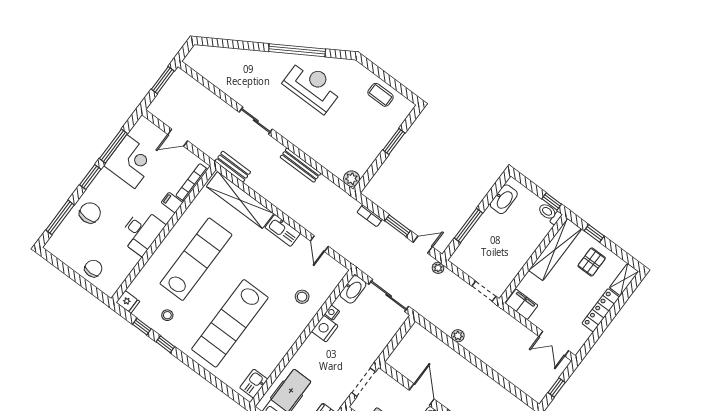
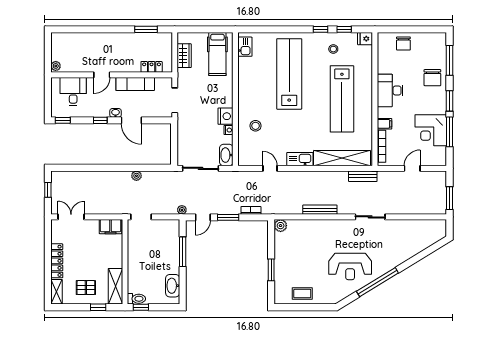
shelving: (555, 250) -> (115, 286), width x0.68
pallet: (592, 262) -> (86, 288), turned 90

